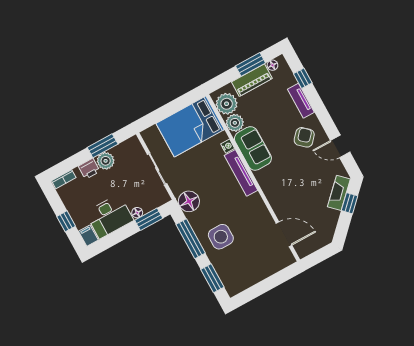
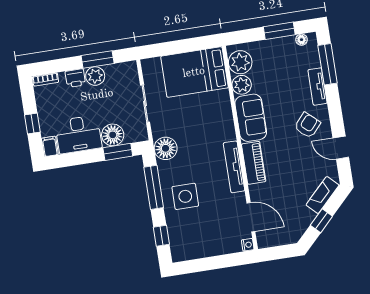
window: (303, 78) -> (328, 64), width x2.17
piano: (252, 80) -> (254, 163), moved, turned -90
nightstand: (228, 146) -> (248, 245), moved
tv unit: (241, 173) -> (234, 167), moved
window: (350, 203) -> (321, 221), moved
floor lamp: (137, 213) -> (113, 135), width x1.89, depth x1.89
window: (212, 278) -> (161, 236), width x0.67

